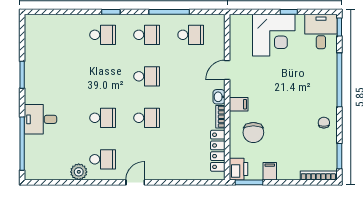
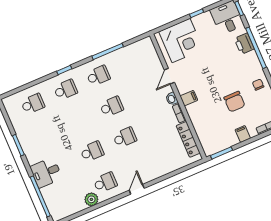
school desk: (191, 35) -> (33, 104), moved
corner desk: (274, 35) -> (181, 41), moved
chair: (253, 132) -> (234, 102), moved
printer: (238, 169) -> (244, 44), moved, turned 180
filing cabinet: (270, 171) -> (243, 134), moved

